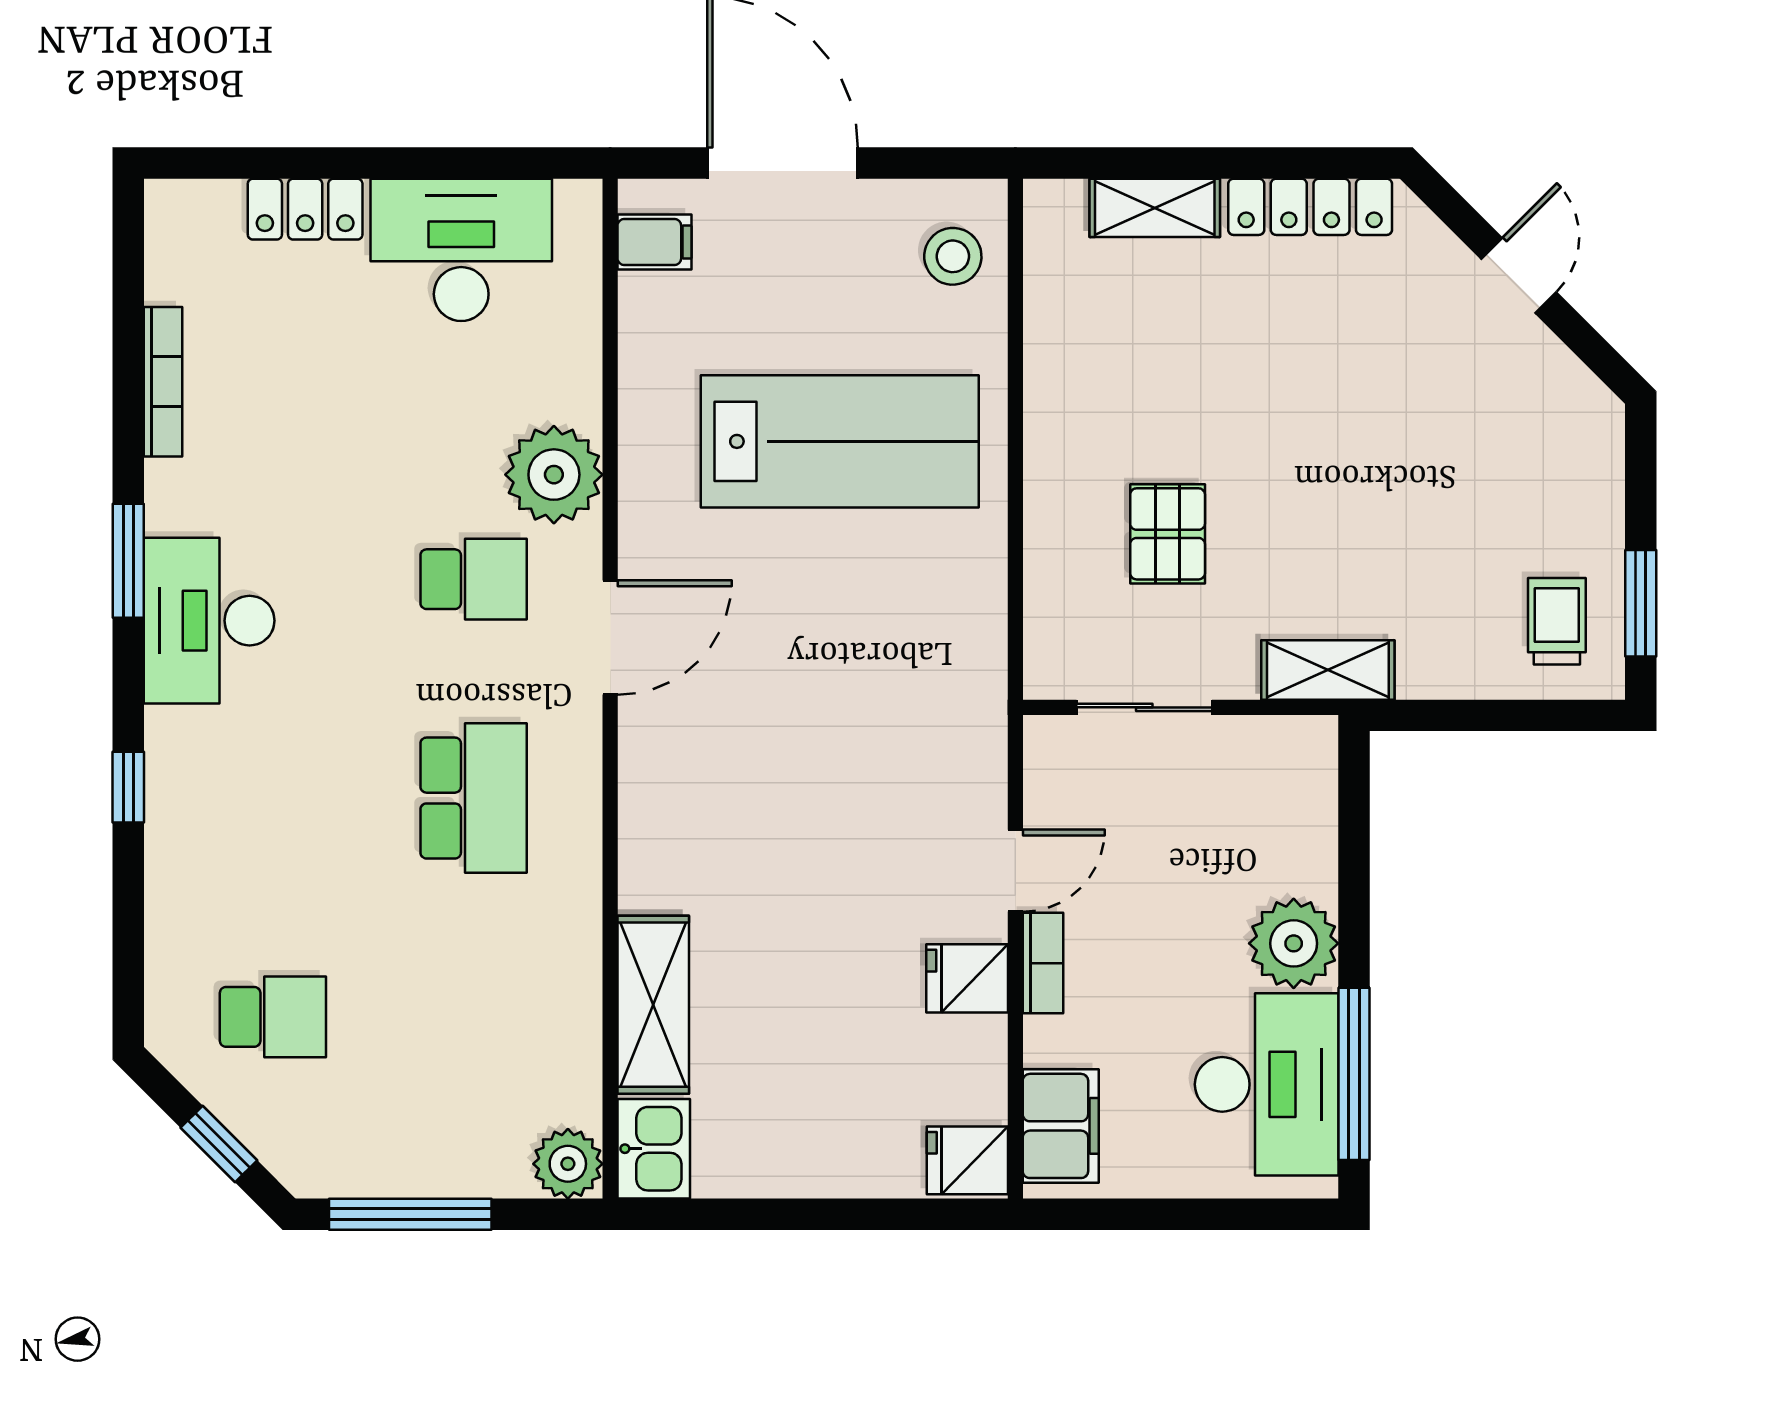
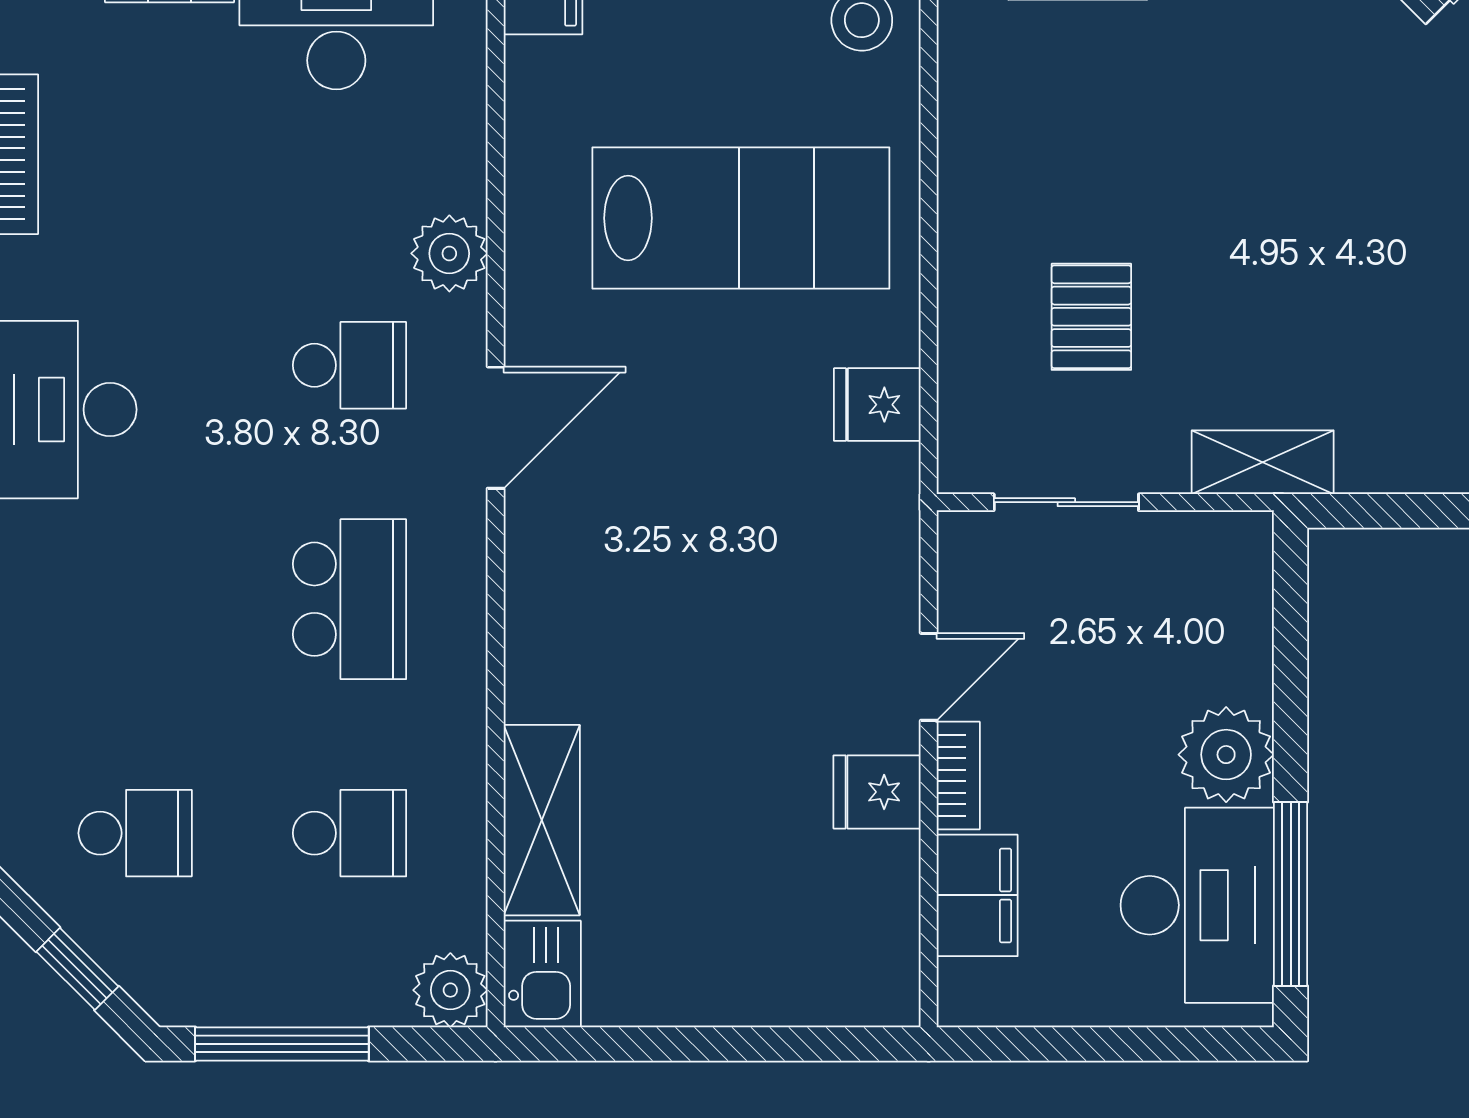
plant: (554, 475) -> (449, 253), width x0.73, depth x0.73
school desk: (474, 1017) -> (349, 833), added
filing cabinet: (1061, 1126) -> (977, 895), moved
fridge: (967, 1160) -> (877, 405), moved

